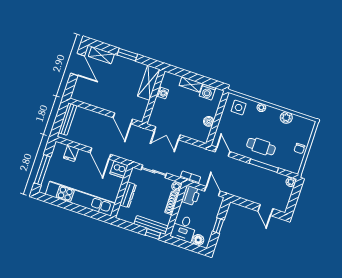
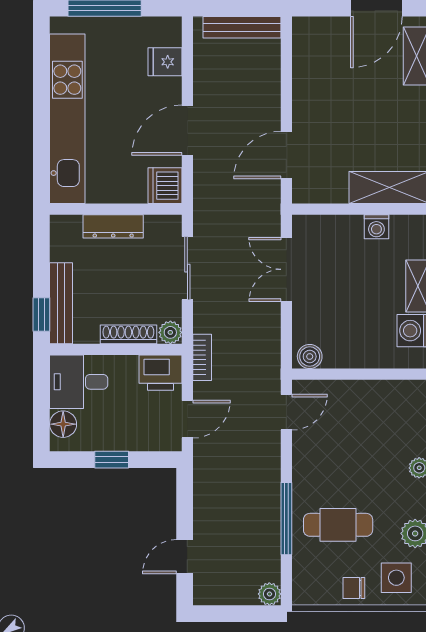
side table: (239, 108) -> (396, 578), moved
boiler: (209, 121) -> (310, 356), moved
cafe table: (261, 147) -> (338, 525), moved, turned 90

